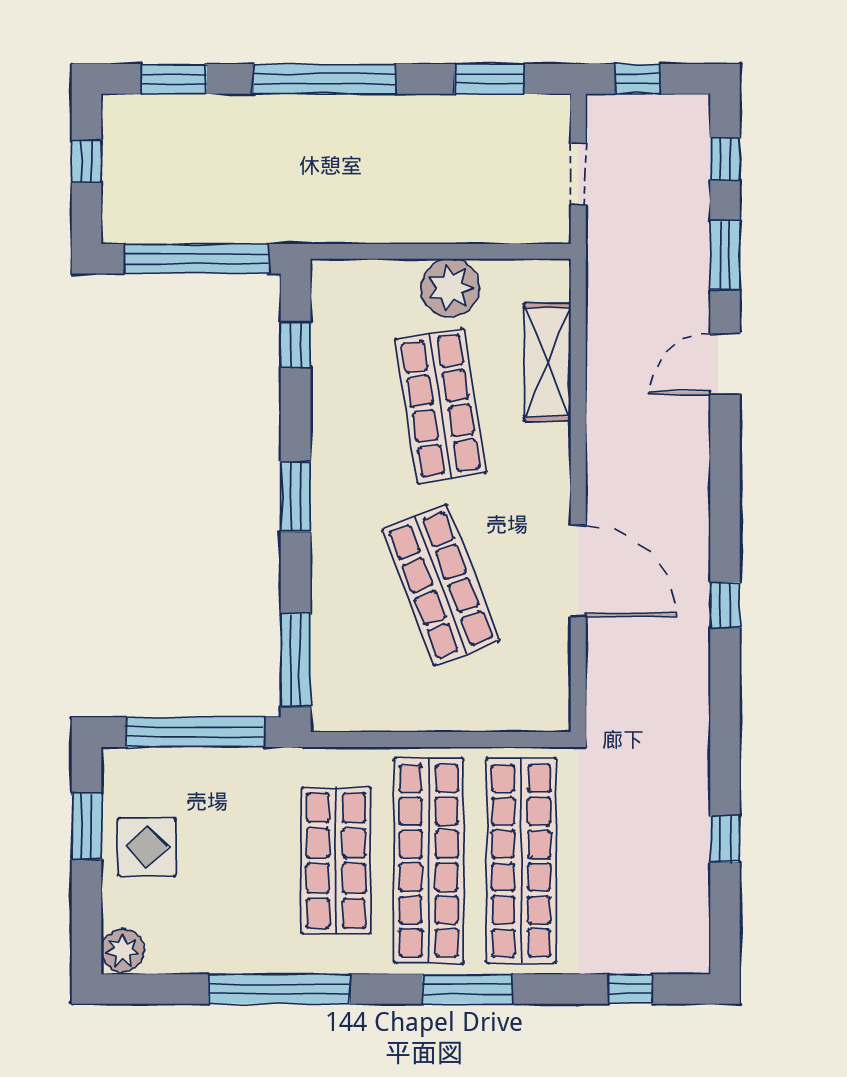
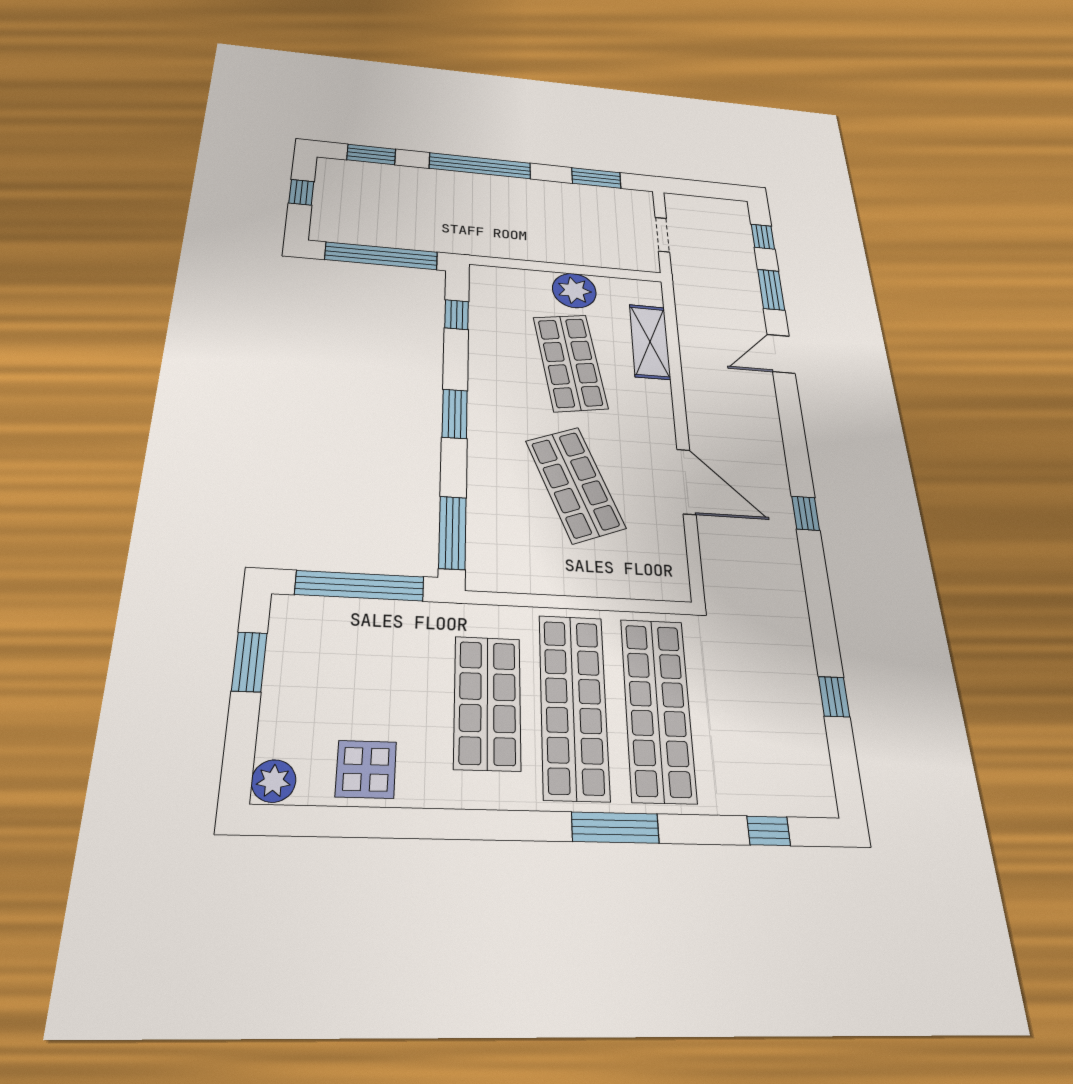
window: (638, 79) -> (698, 189), removed
display table: (147, 847) -> (366, 769), moved
window: (279, 989) -> (430, 824), removed

